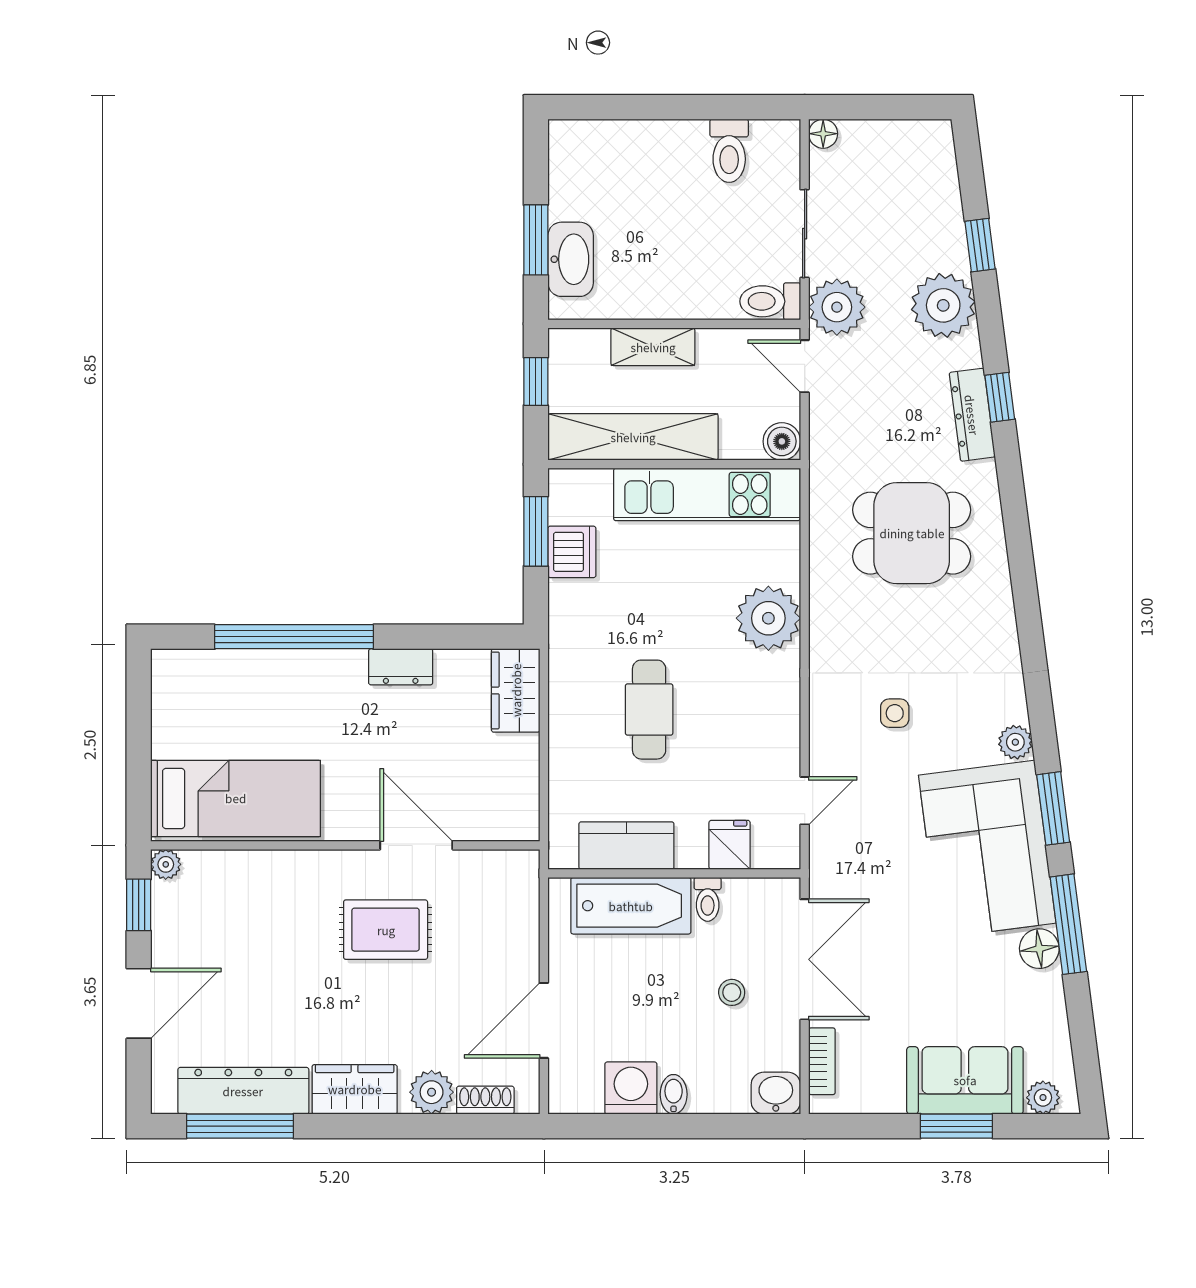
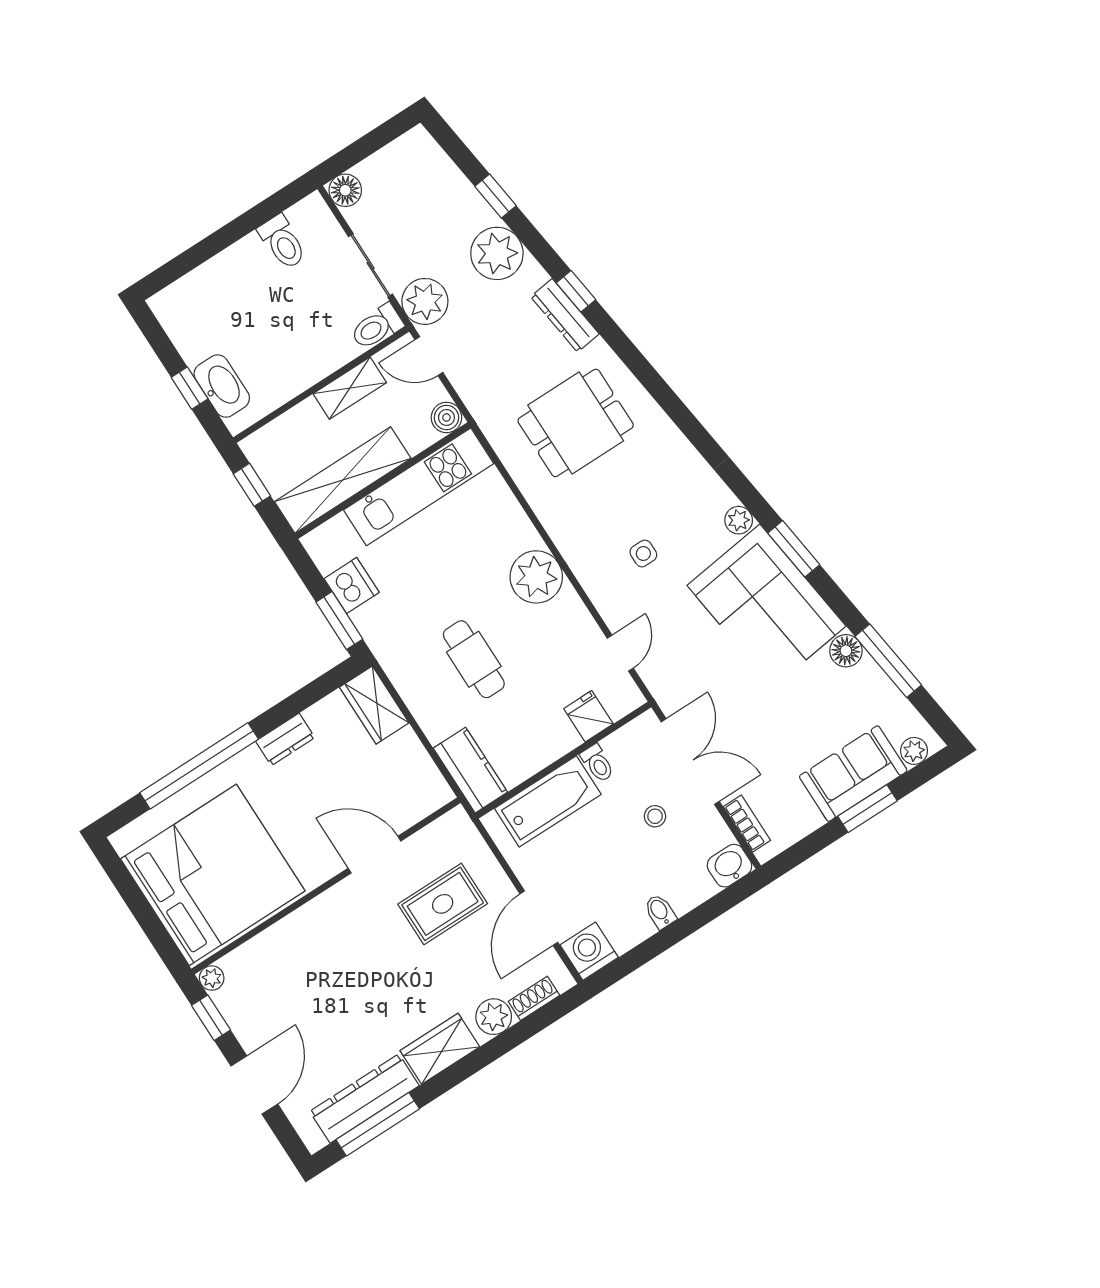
floor lamp: (823, 134) -> (345, 190), width x1.37, depth x1.37
window: (536, 240) -> (190, 388), width x0.67
shelving: (653, 347) -> (350, 388), moved
window: (536, 531) -> (339, 621), moved
plant: (768, 618) -> (536, 577), moved
bed: (236, 798) -> (213, 875), width x2.04
kitchen counter: (626, 846) -> (470, 770), moved, turned 90
window: (1068, 924) -> (888, 661), moved
rug: (386, 930) -> (443, 904), moved
washing machine: (631, 1088) -> (589, 951), moved

